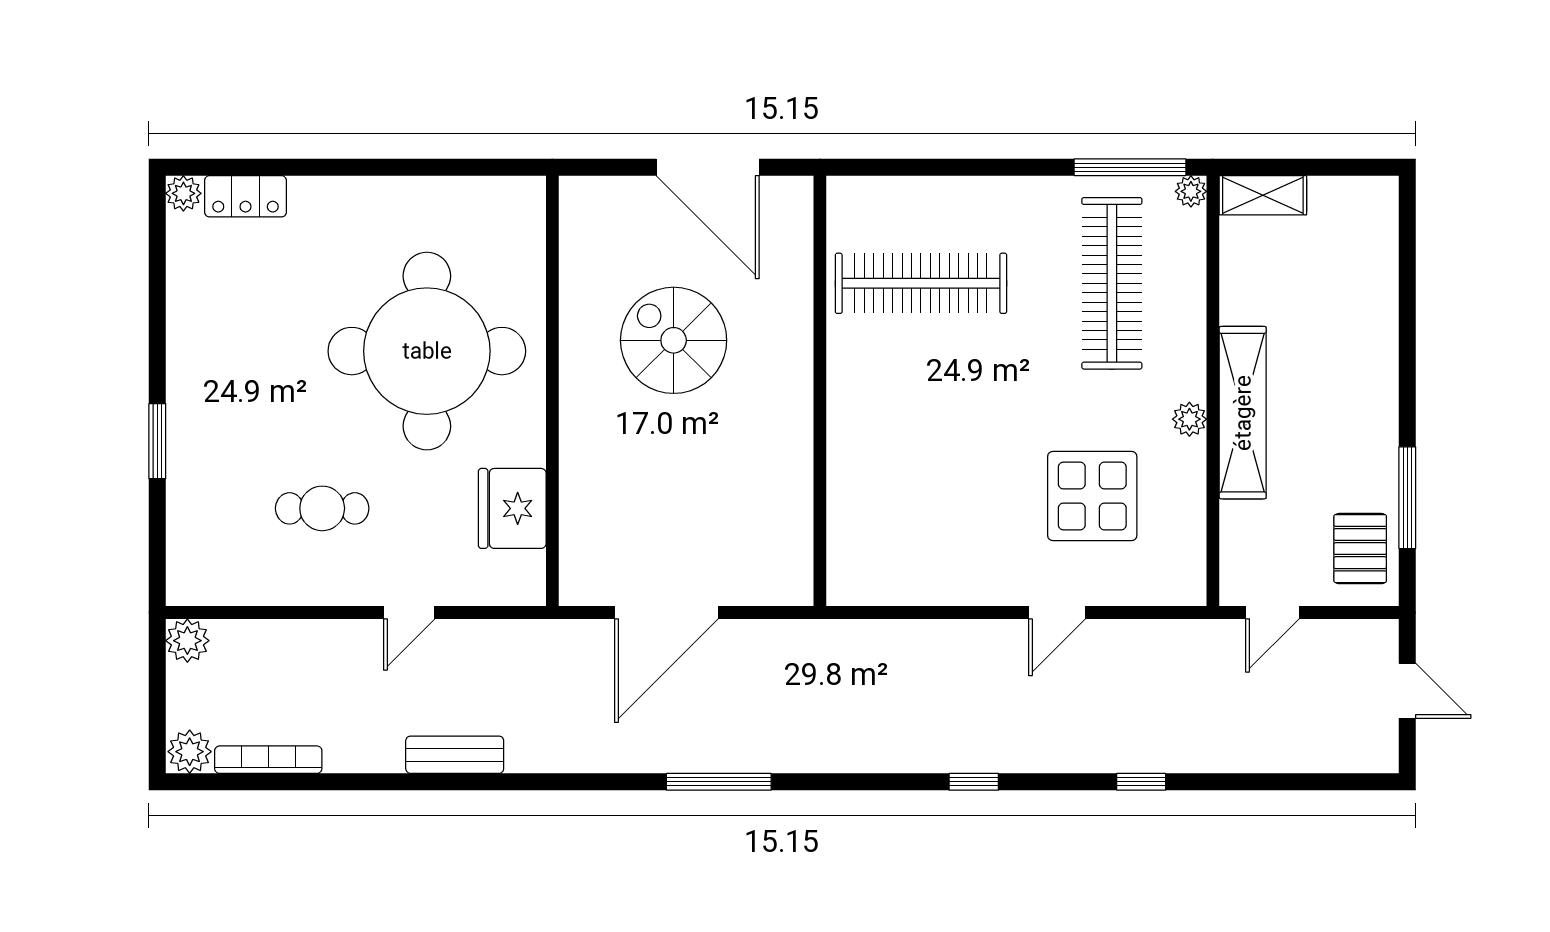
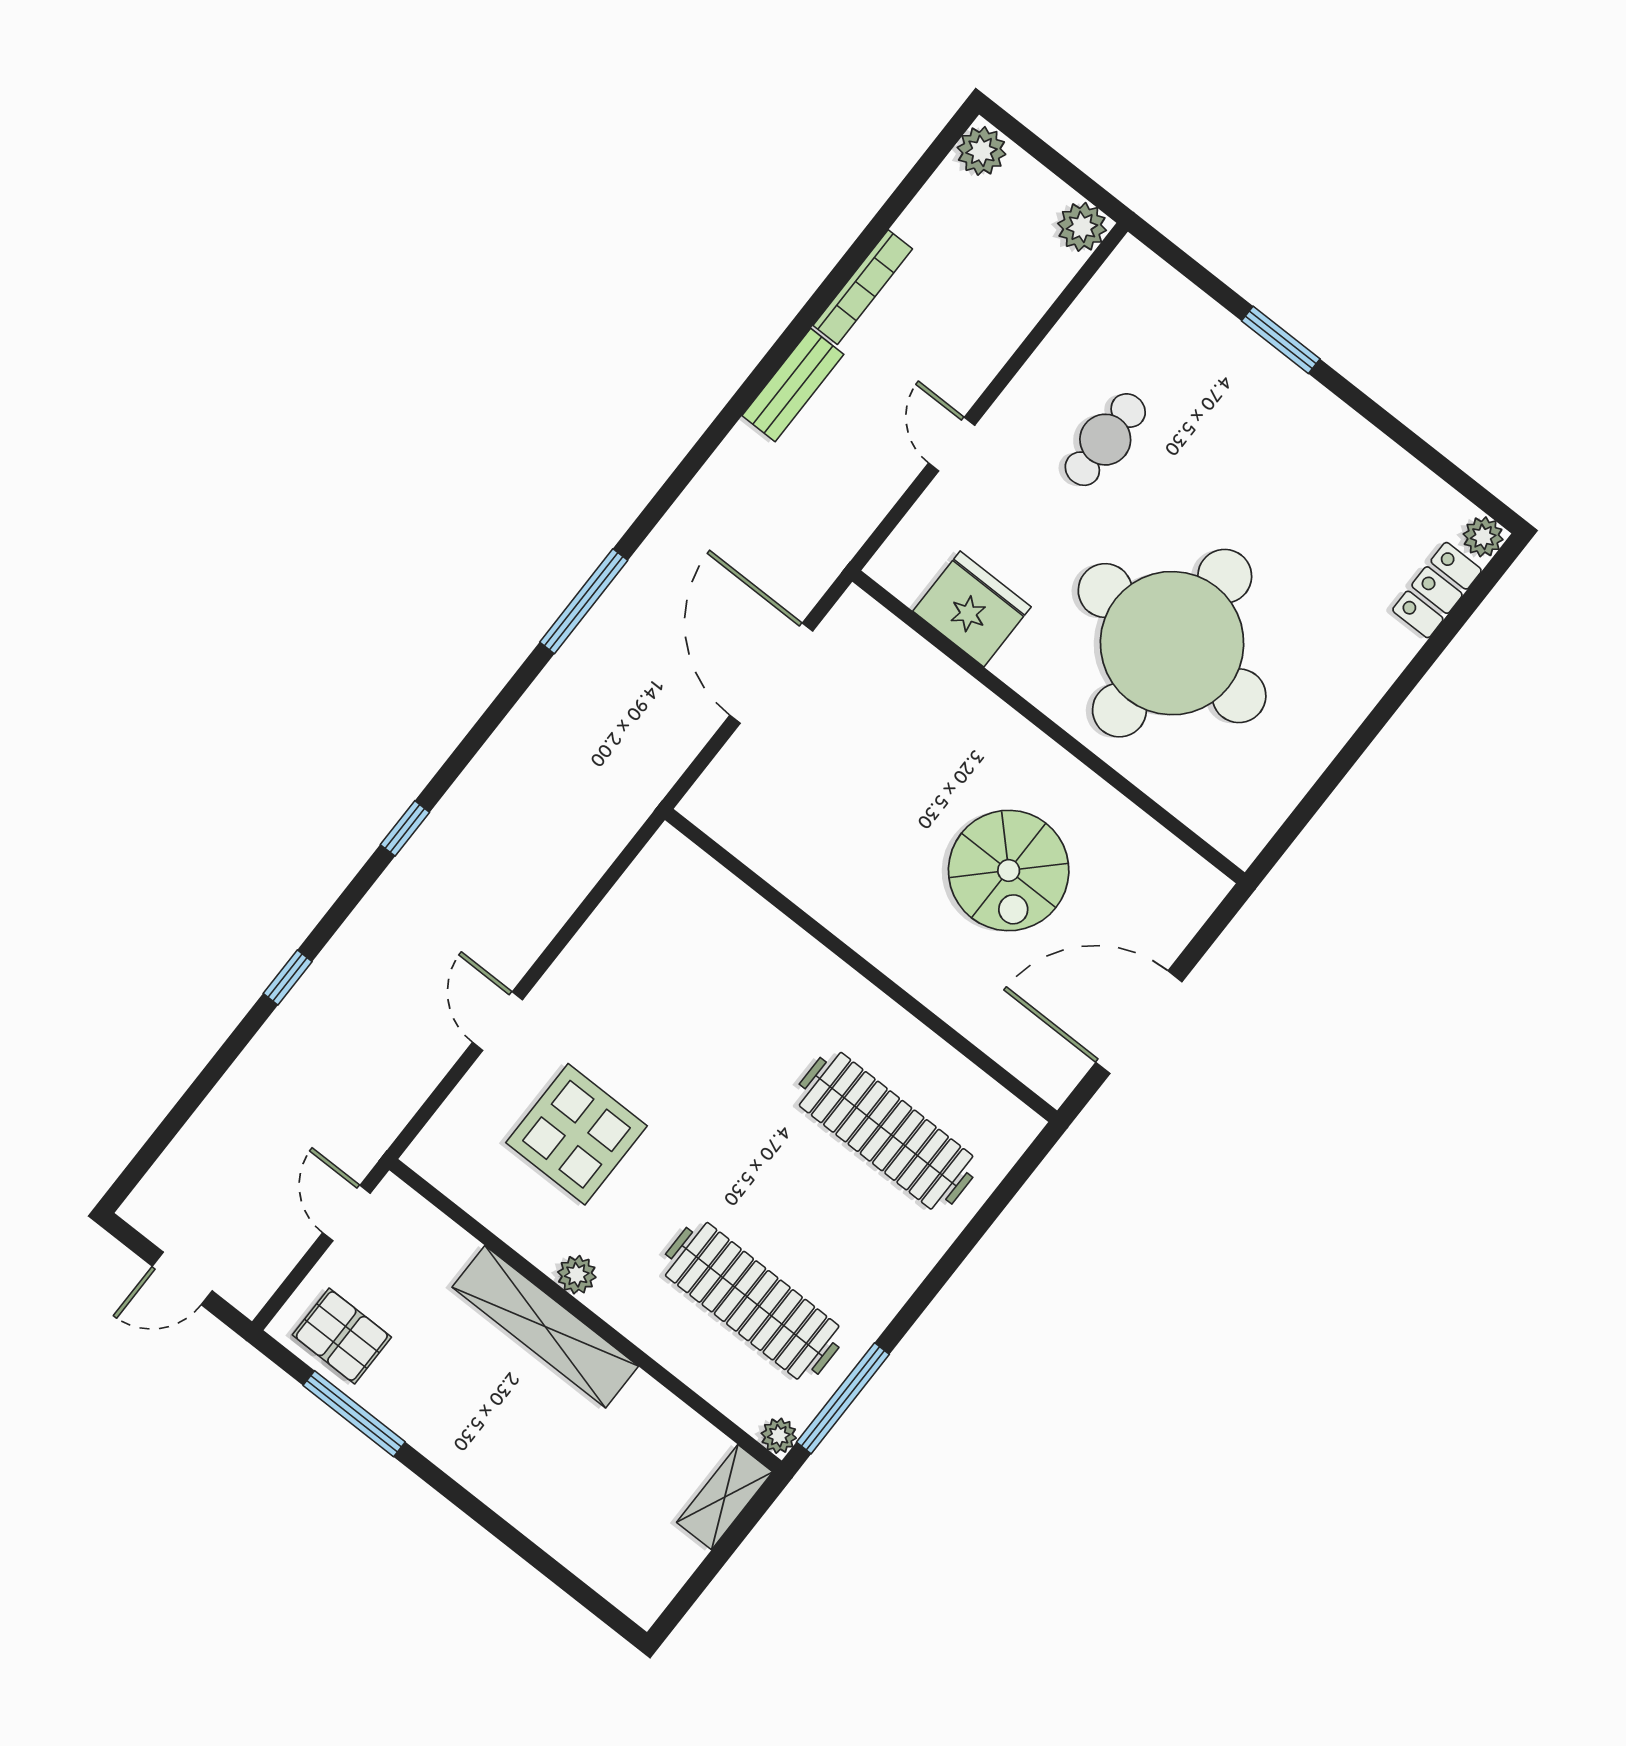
clothes rail: (921, 283) -> (886, 1131), turned 90
spiral stairs: (674, 340) -> (1009, 870), turned 90
bookcase: (268, 760) -> (863, 287), moved

